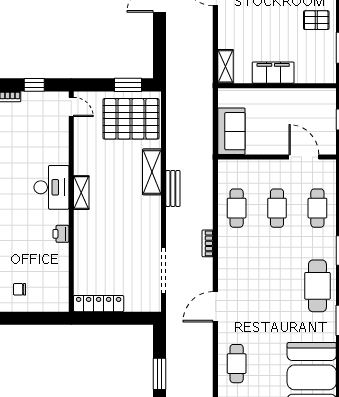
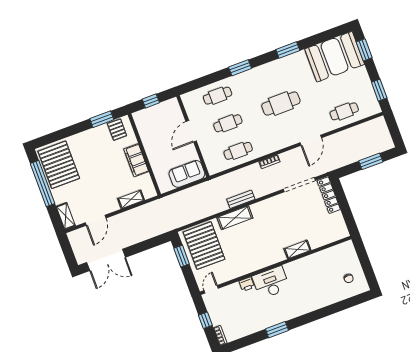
pallet: (316, 20) -> (117, 130), moved
shelving: (225, 66) -> (131, 199), moved
door: (304, 157) -> (191, 131), moved
shelving: (81, 193) -> (297, 249), moved
printer: (61, 234) -> (247, 284), moved
cafe table: (317, 286) -> (281, 104), moved
locker: (99, 304) -> (329, 195), moved
door: (215, 307) -> (311, 140), hinge flipped

